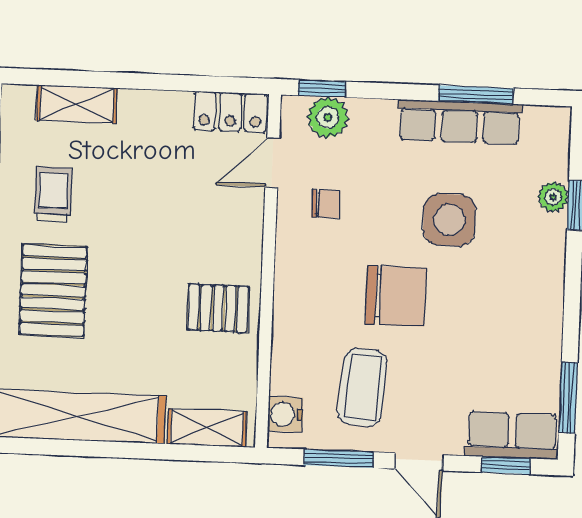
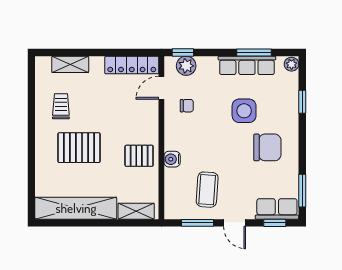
locker: (230, 112) -> (132, 65), width x1.53
plant: (553, 197) -> (292, 64), moved
pallet: (53, 290) -> (79, 148), moved, turned 90
chair: (396, 296) -> (267, 147), moved
water cooler: (285, 414) -> (172, 159), moved

